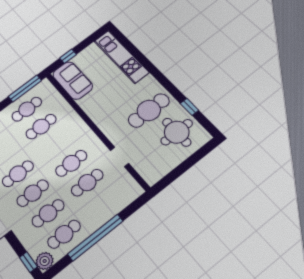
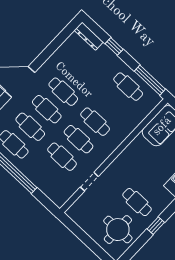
window: (189, 107) -> (156, 226), moved
cafe table: (149, 110) -> (137, 202), width x0.73, depth x0.74
cafe table: (41, 127) -> (95, 122), moved

